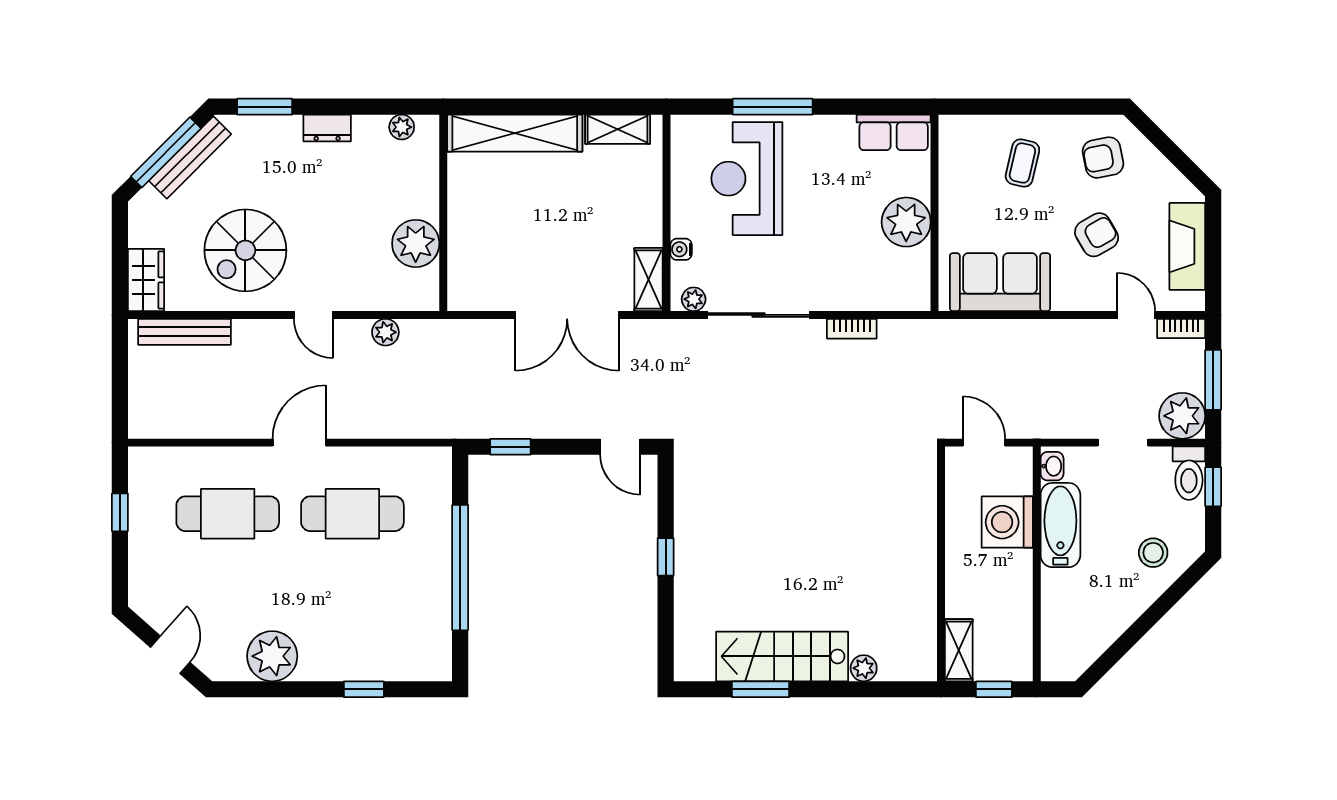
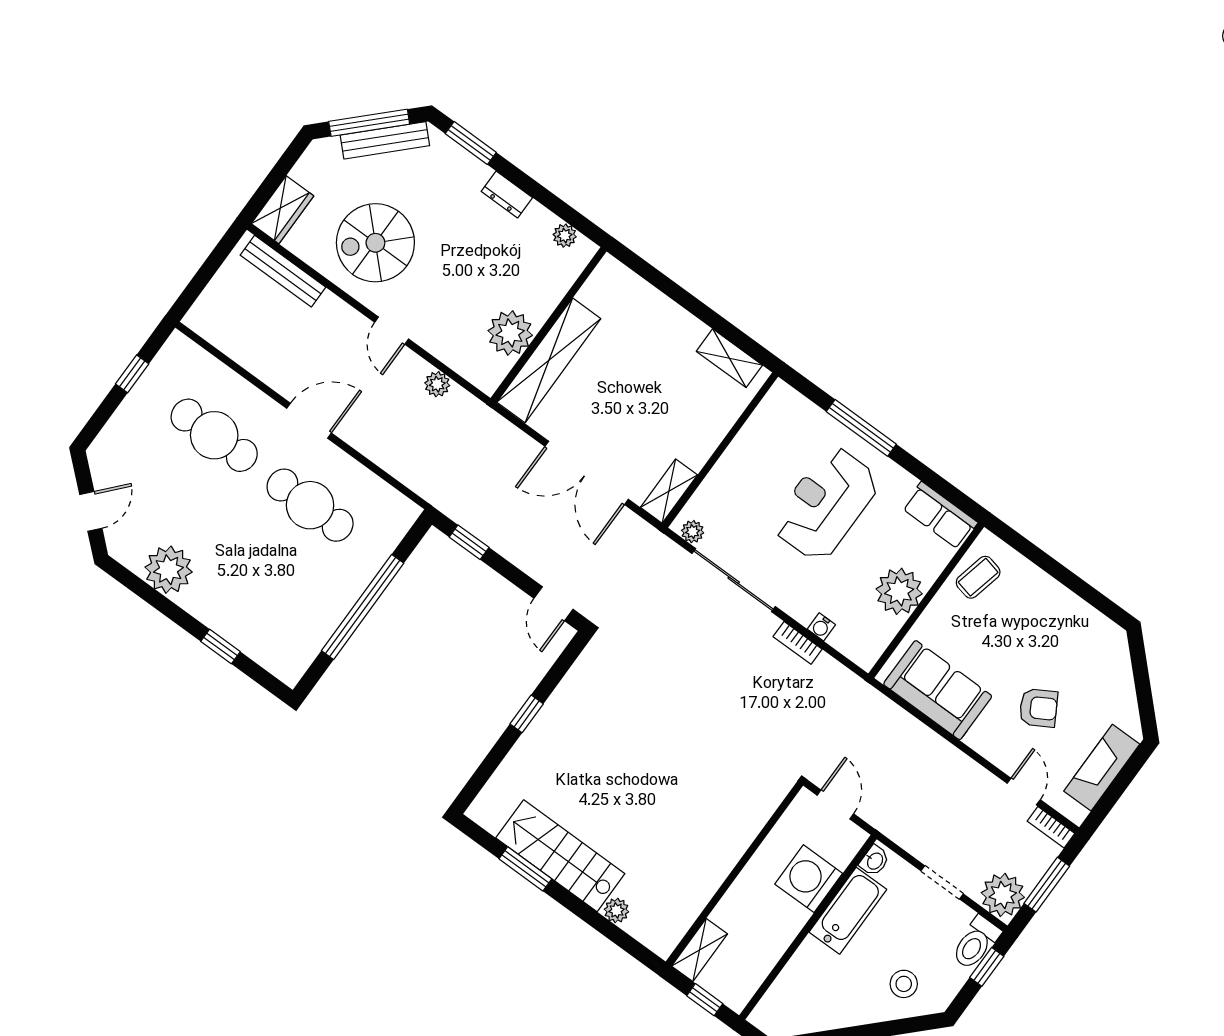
shelving: (515, 133) -> (549, 360), moved, turned 90
armchair: (1103, 158) -> (1087, 652), removed
coffee table: (1022, 163) -> (978, 577), moved
reception desk: (747, 179) -> (826, 504), moved
water cooler: (681, 249) -> (821, 627), moved, turned -90

